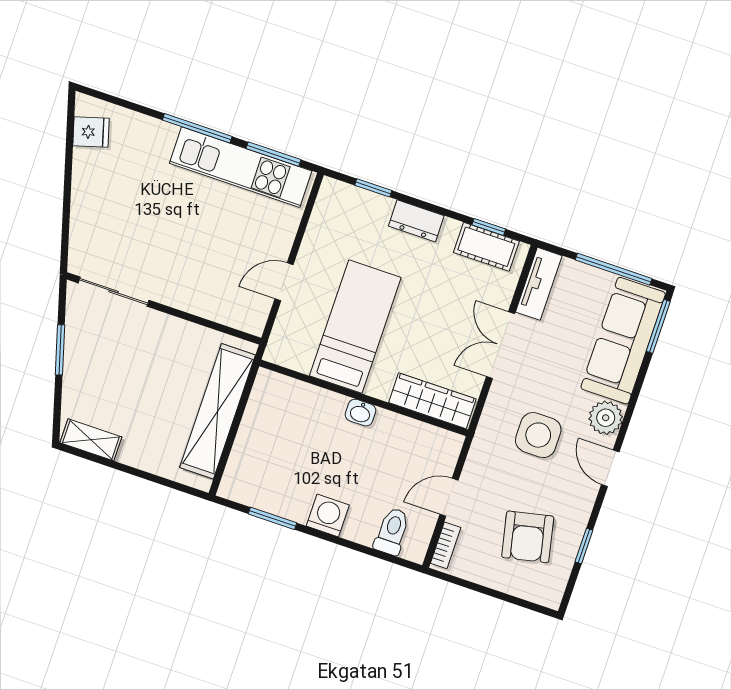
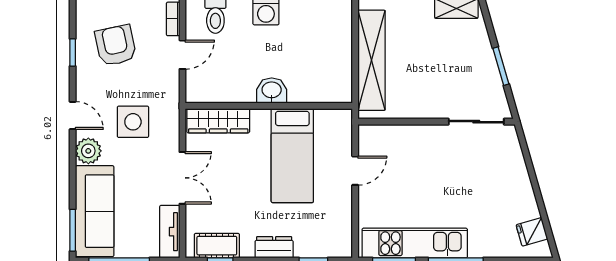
washbasin: (361, 413) -> (272, 91), width x1.38, depth x1.45

